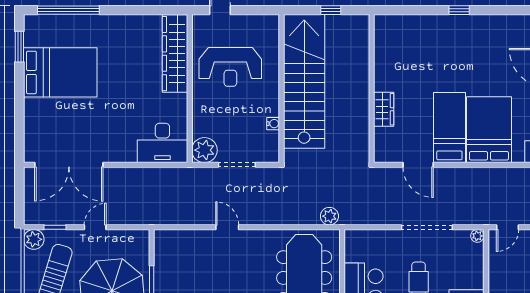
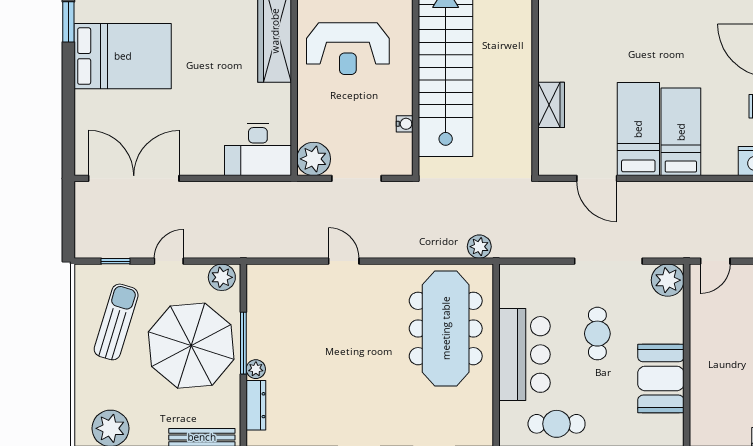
bed: (489, 130) -> (681, 132), width x0.67
double door: (69, 165) -> (134, 178), swing flipped
plant: (477, 236) -> (668, 280), width x1.87, depth x1.87
plant: (34, 239) -> (222, 277), moved

